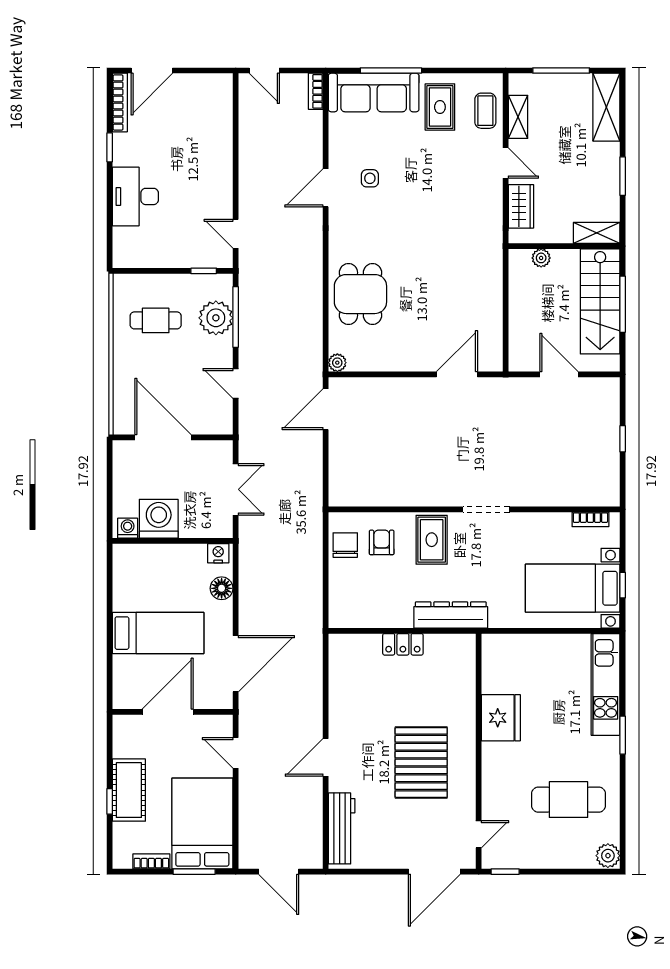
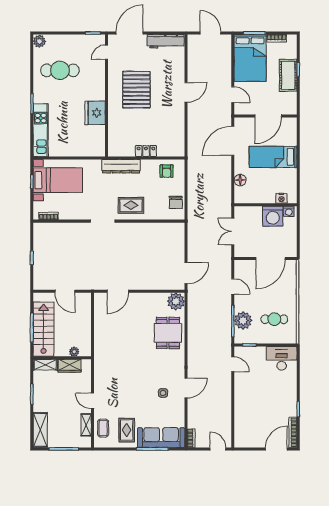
desk: (135, 196) -> (282, 358), moved, turned -90
wardrobe: (521, 206) -> (70, 366), moved, turned -90
plant: (337, 363) -> (176, 301), width x1.88, depth x1.88
door: (163, 437) -> (270, 258), hinge flipped
rug: (432, 540) -> (131, 205), turned 90
armchair: (382, 542) -> (167, 171), moved
nightstand: (218, 553) -> (281, 198), moved
workbench: (342, 828) -> (166, 41), moved, turned -90

